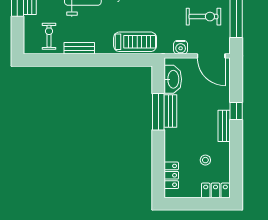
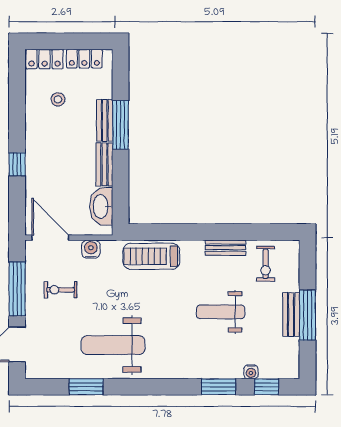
exercise bike: (203, 17) -> (61, 290), width x0.73, depth x0.72
window: (158, 112) -> (121, 125), moved
bench: (224, 126) -> (105, 120), moved
locker: (171, 175) -> (84, 59), moved, turned -90

